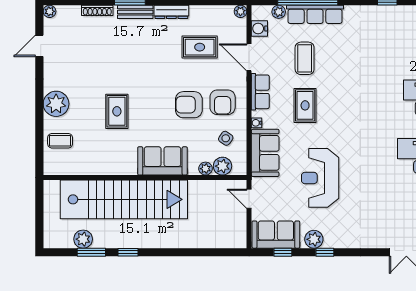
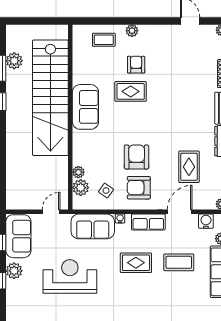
plant: (56, 104) -> (132, 31), width x0.53, depth x0.53
armchair: (87, 105) -> (136, 65), added
coffee table: (60, 141) -> (104, 40), turned 90
sofa: (162, 161) -> (85, 107), moved

